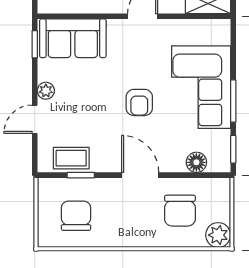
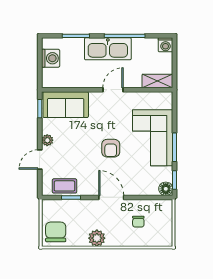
floor lamp: (196, 162) -> (166, 189), moved
chair: (180, 211) -> (138, 222), width x0.54, depth x0.54
chair: (76, 216) -> (56, 232), moved
plant: (218, 235) -> (97, 238), moved

